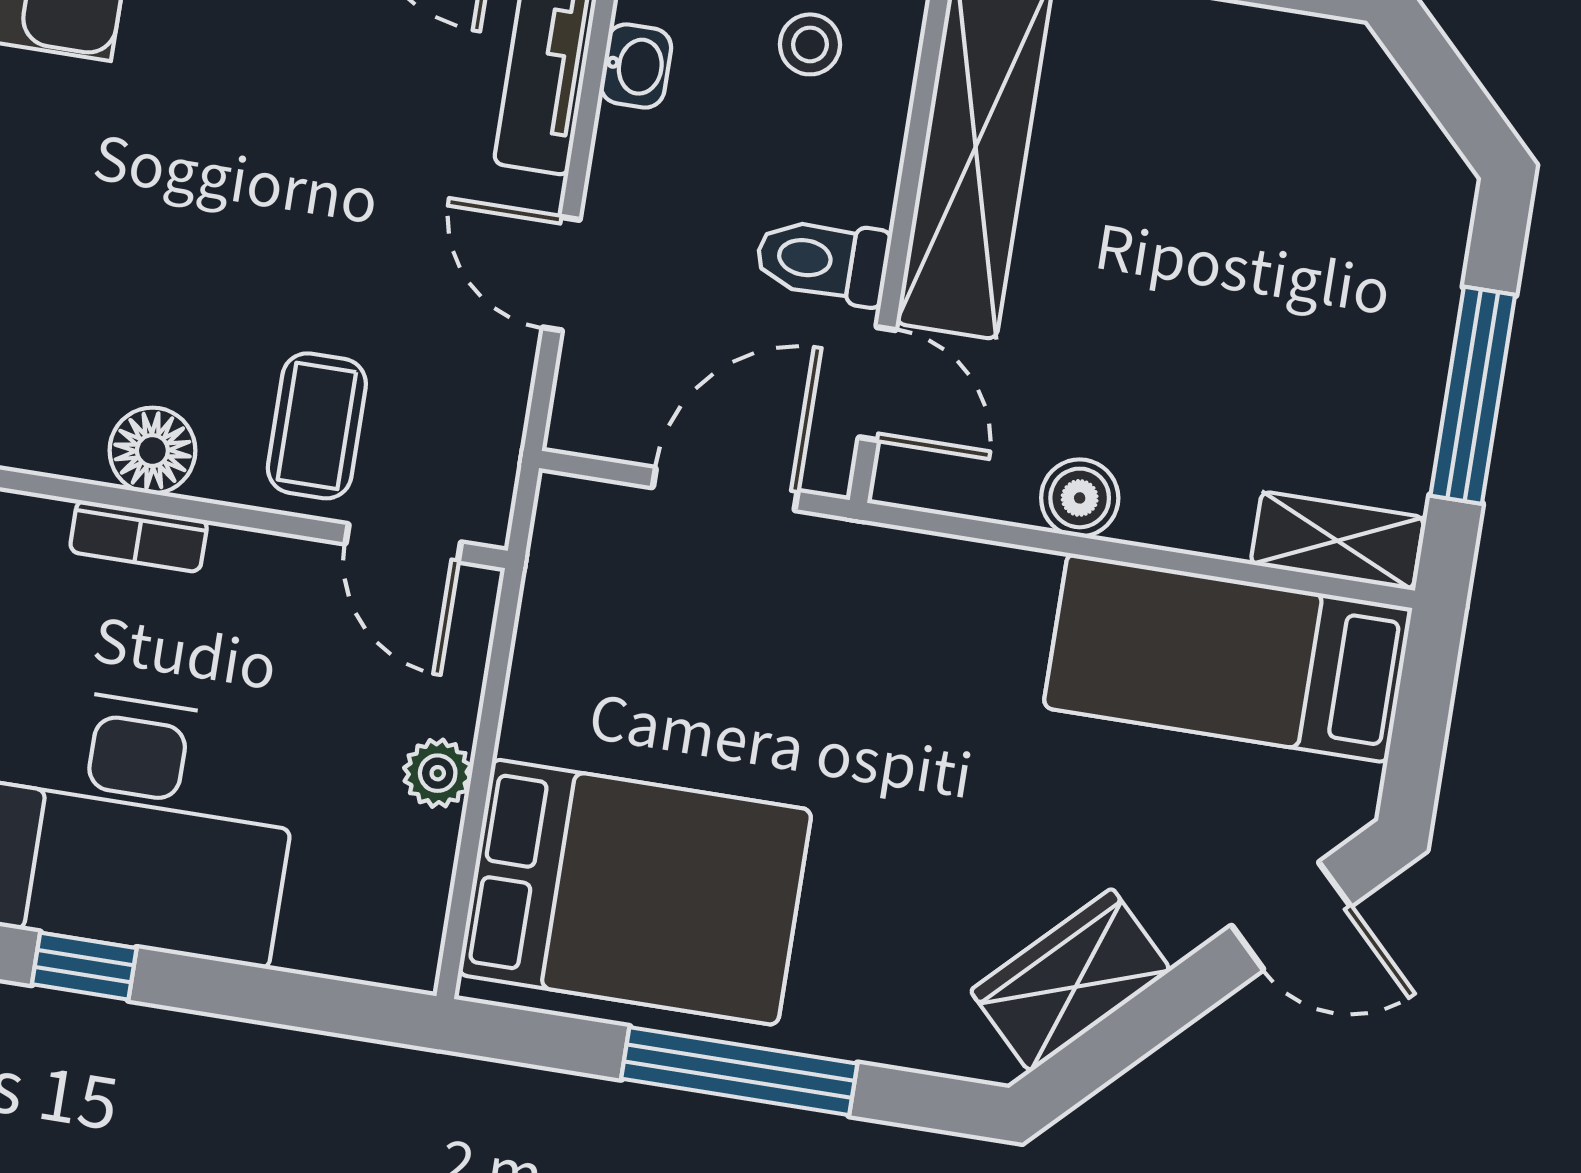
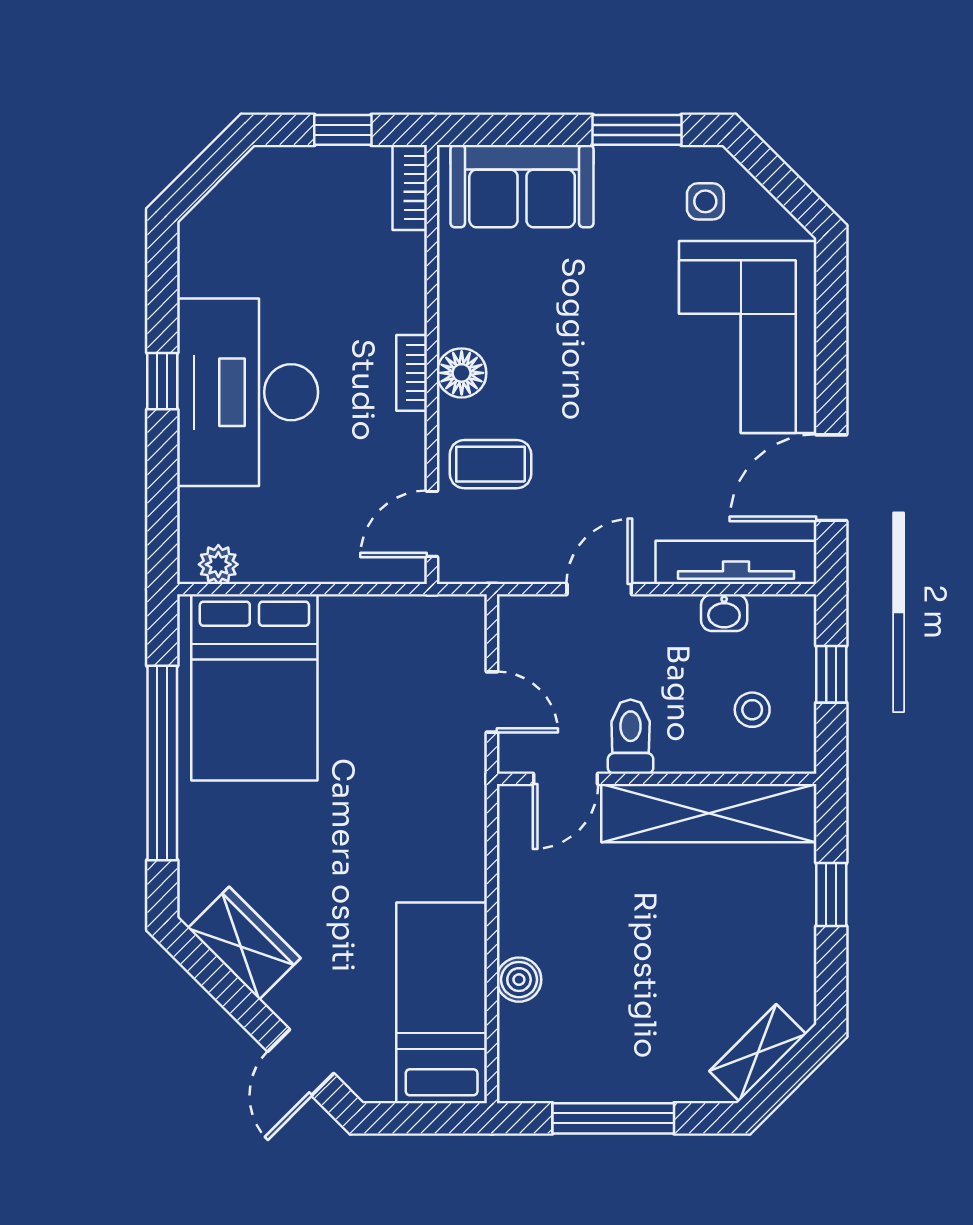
door: (725, 489) -> (492, 702), width x0.73
boiler: (1080, 498) -> (519, 980), moved
shelving: (1337, 541) -> (758, 1053), moved, turned 45
plant: (438, 773) -> (218, 564), moved
window: (739, 1071) -> (162, 763), width x1.46

